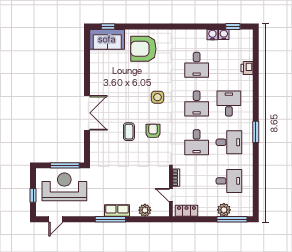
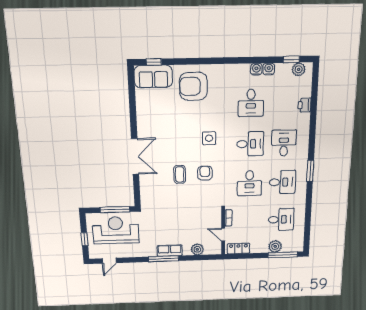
water cooler: (224, 35) -> (256, 69), moved
plant: (240, 35) -> (299, 69), added
desk: (197, 104) -> (250, 144), turned -90

